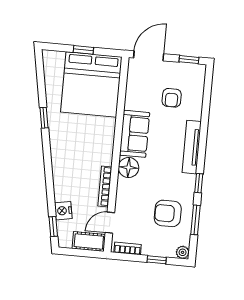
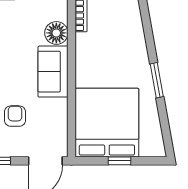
window: (44, 118) -> (157, 80), width x1.50

